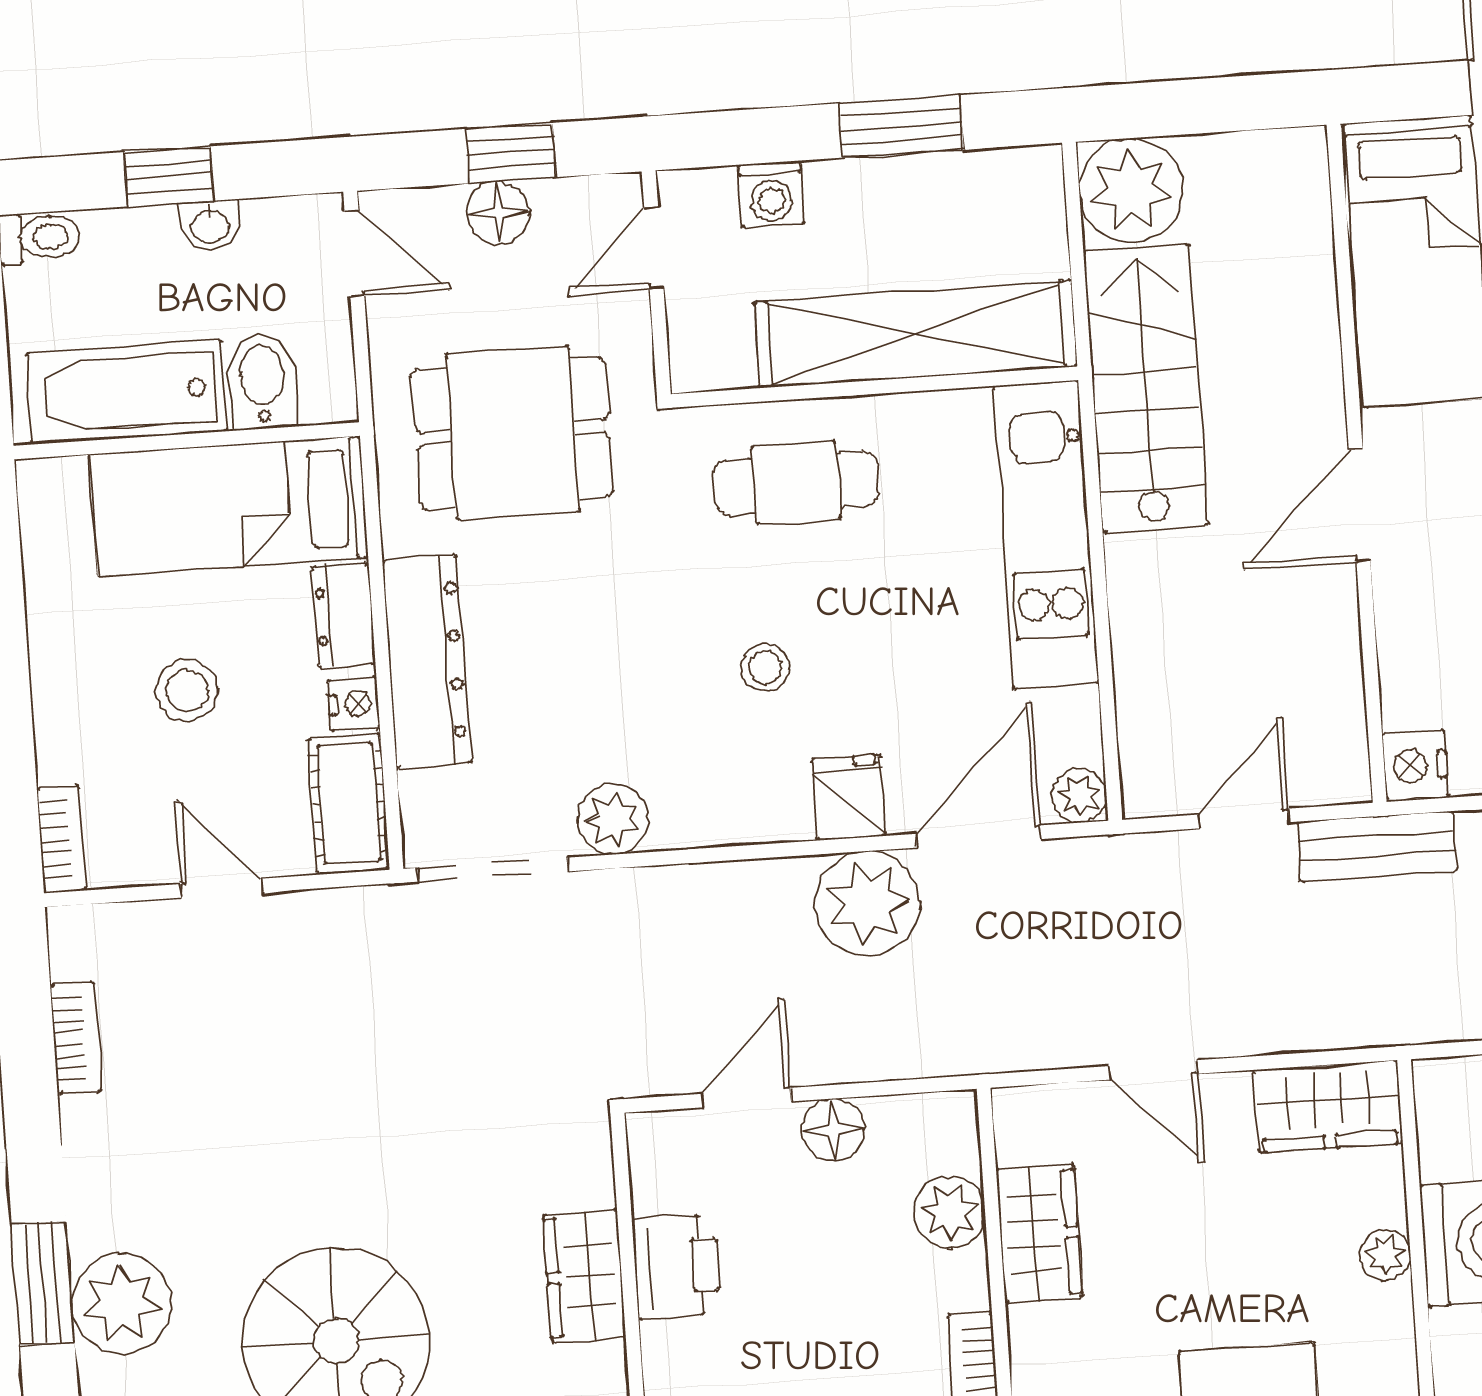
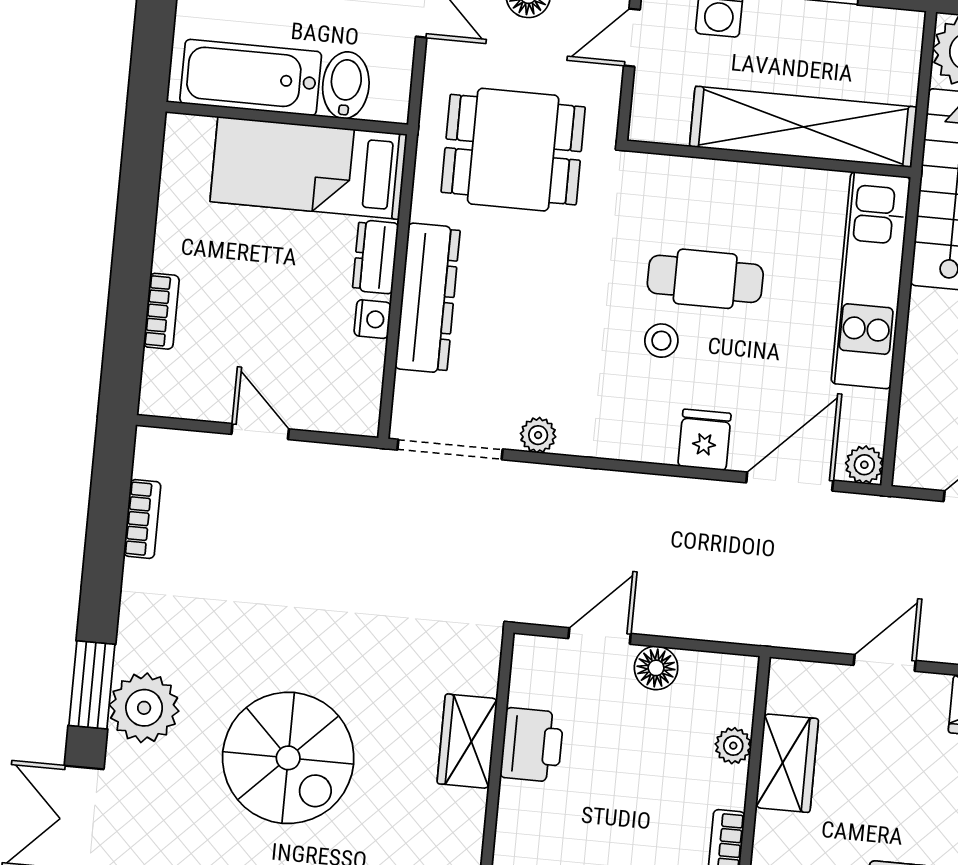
cafe table: (796, 483) -> (705, 279), moved
stool: (187, 691) -> (259, 291), removed
cot: (348, 803) -> (358, 387), removed
plant: (613, 820) -> (538, 435), width x0.73, depth x0.73
bookcase: (61, 839) -> (161, 311), moved
plant: (867, 903) -> (705, 515), removed
door: (1154, 1070) -> (885, 663), swing flipped
plant: (949, 1212) -> (733, 746), width x0.73, depth x0.73

